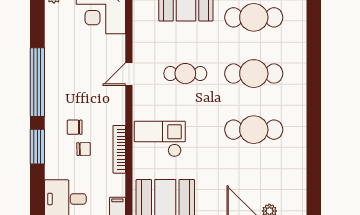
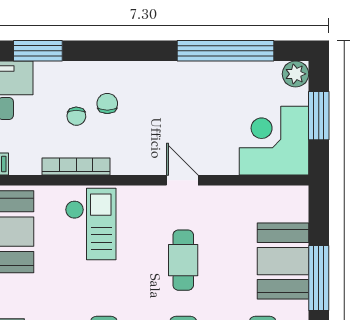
window: (37, 82) -> (225, 51), moved
window: (37, 147) -> (38, 51), moved

